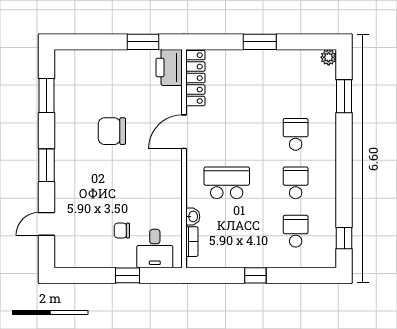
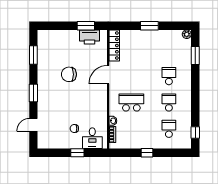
printer: (169, 67) -> (90, 37), moved, turned -90

